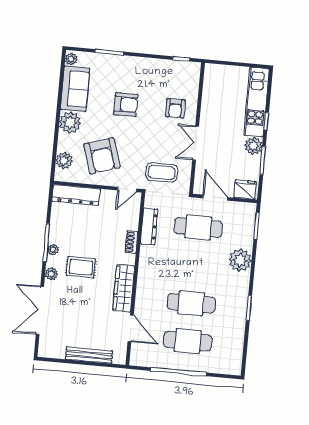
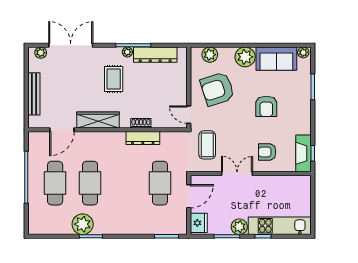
fireplace: (180, 69) -> (304, 153), added
dresser: (76, 195) -> (155, 55), moved, turned -90
dresser: (149, 226) -> (143, 138), moved
plant: (240, 260) -> (83, 224), moved
plant: (51, 274) -> (41, 53), moved

